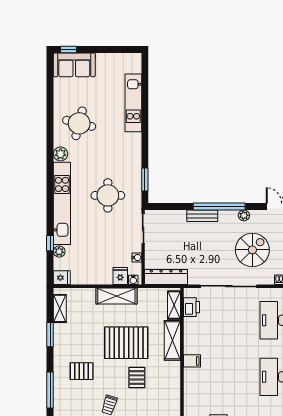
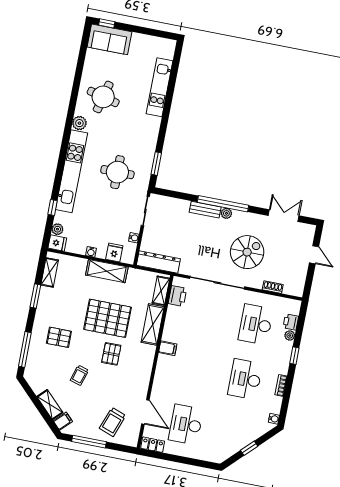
plant: (244, 215) -> (226, 213), moved
plant: (59, 252) -> (57, 229), moved
water cooler: (133, 280) -> (91, 252), moved

